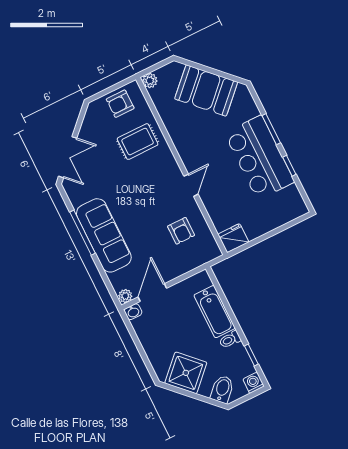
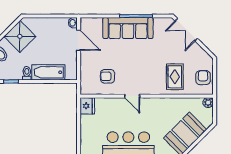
plant: (125, 296) -> (85, 23), removed

